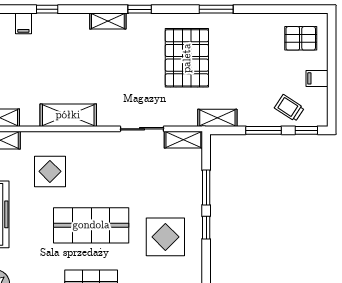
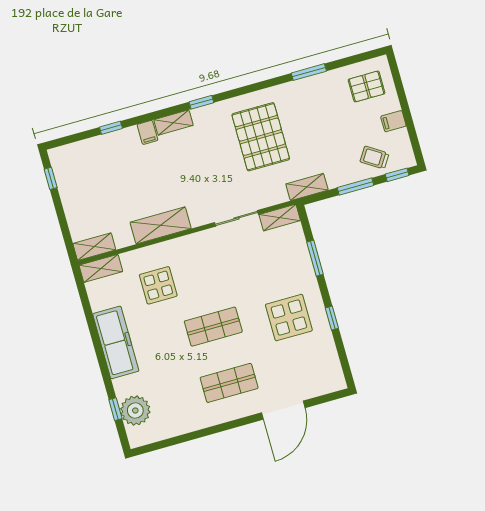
window: (216, 9) -> (309, 72), moved
filing cabinet: (23, 23) -> (147, 132), moved
shop shelf: (91, 225) -> (213, 327), width x0.70, depth x0.74
window: (206, 228) -> (332, 318), moved

